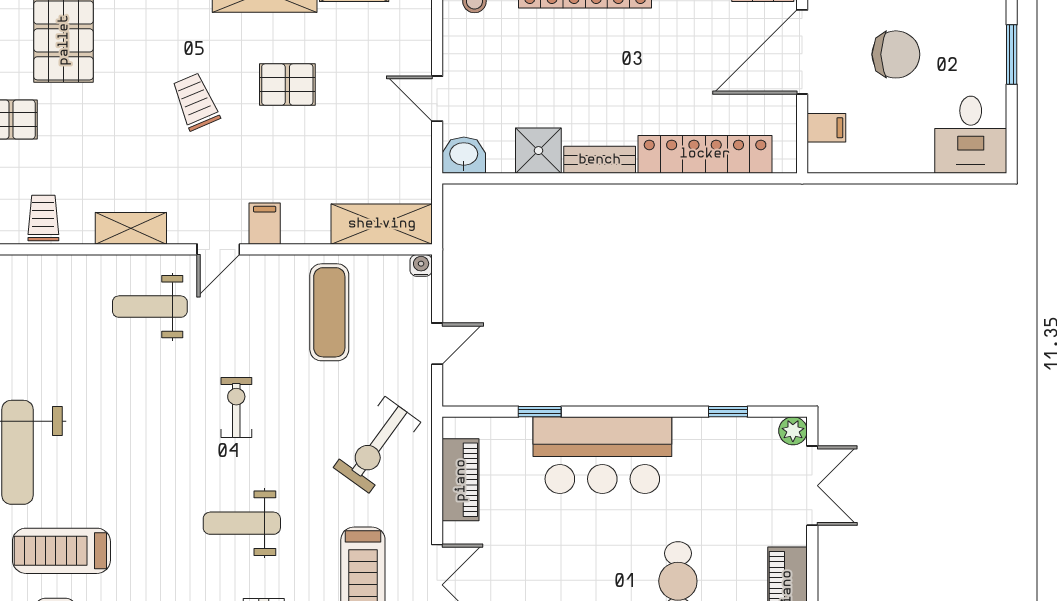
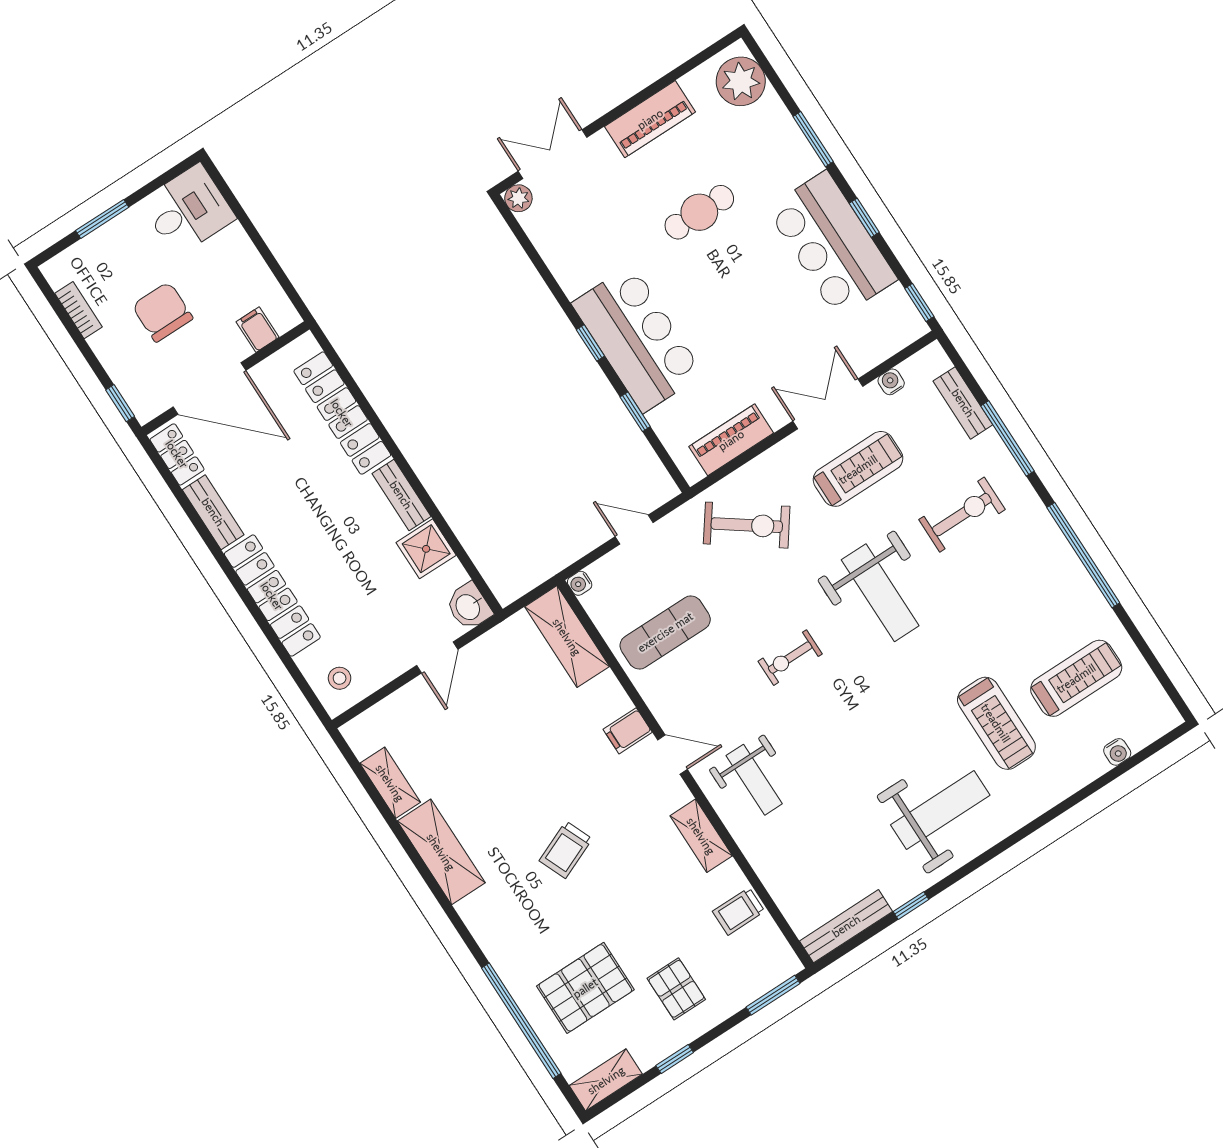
pallet: (287, 85) -> (504, 785), removed
window: (728, 412) -> (590, 343), moved
weight bench: (242, 523) -> (880, 593), width x1.36, depth x1.33

